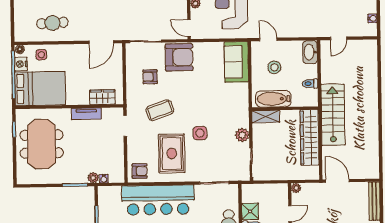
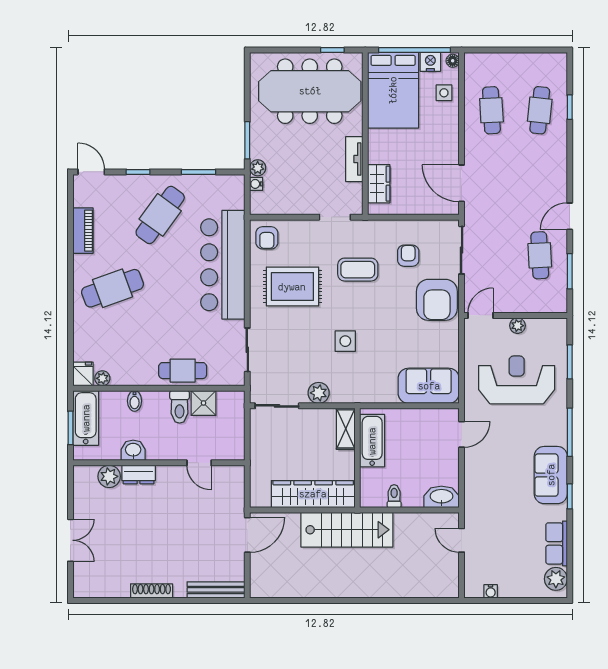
stool: (274, 67) -> (419, 443), removed
coffee table: (160, 110) -> (358, 270), turned -70
side table: (200, 133) -> (345, 341), moved
meeting table: (42, 144) -> (310, 91), width x1.36
plant: (296, 188) -> (238, 473), removed

